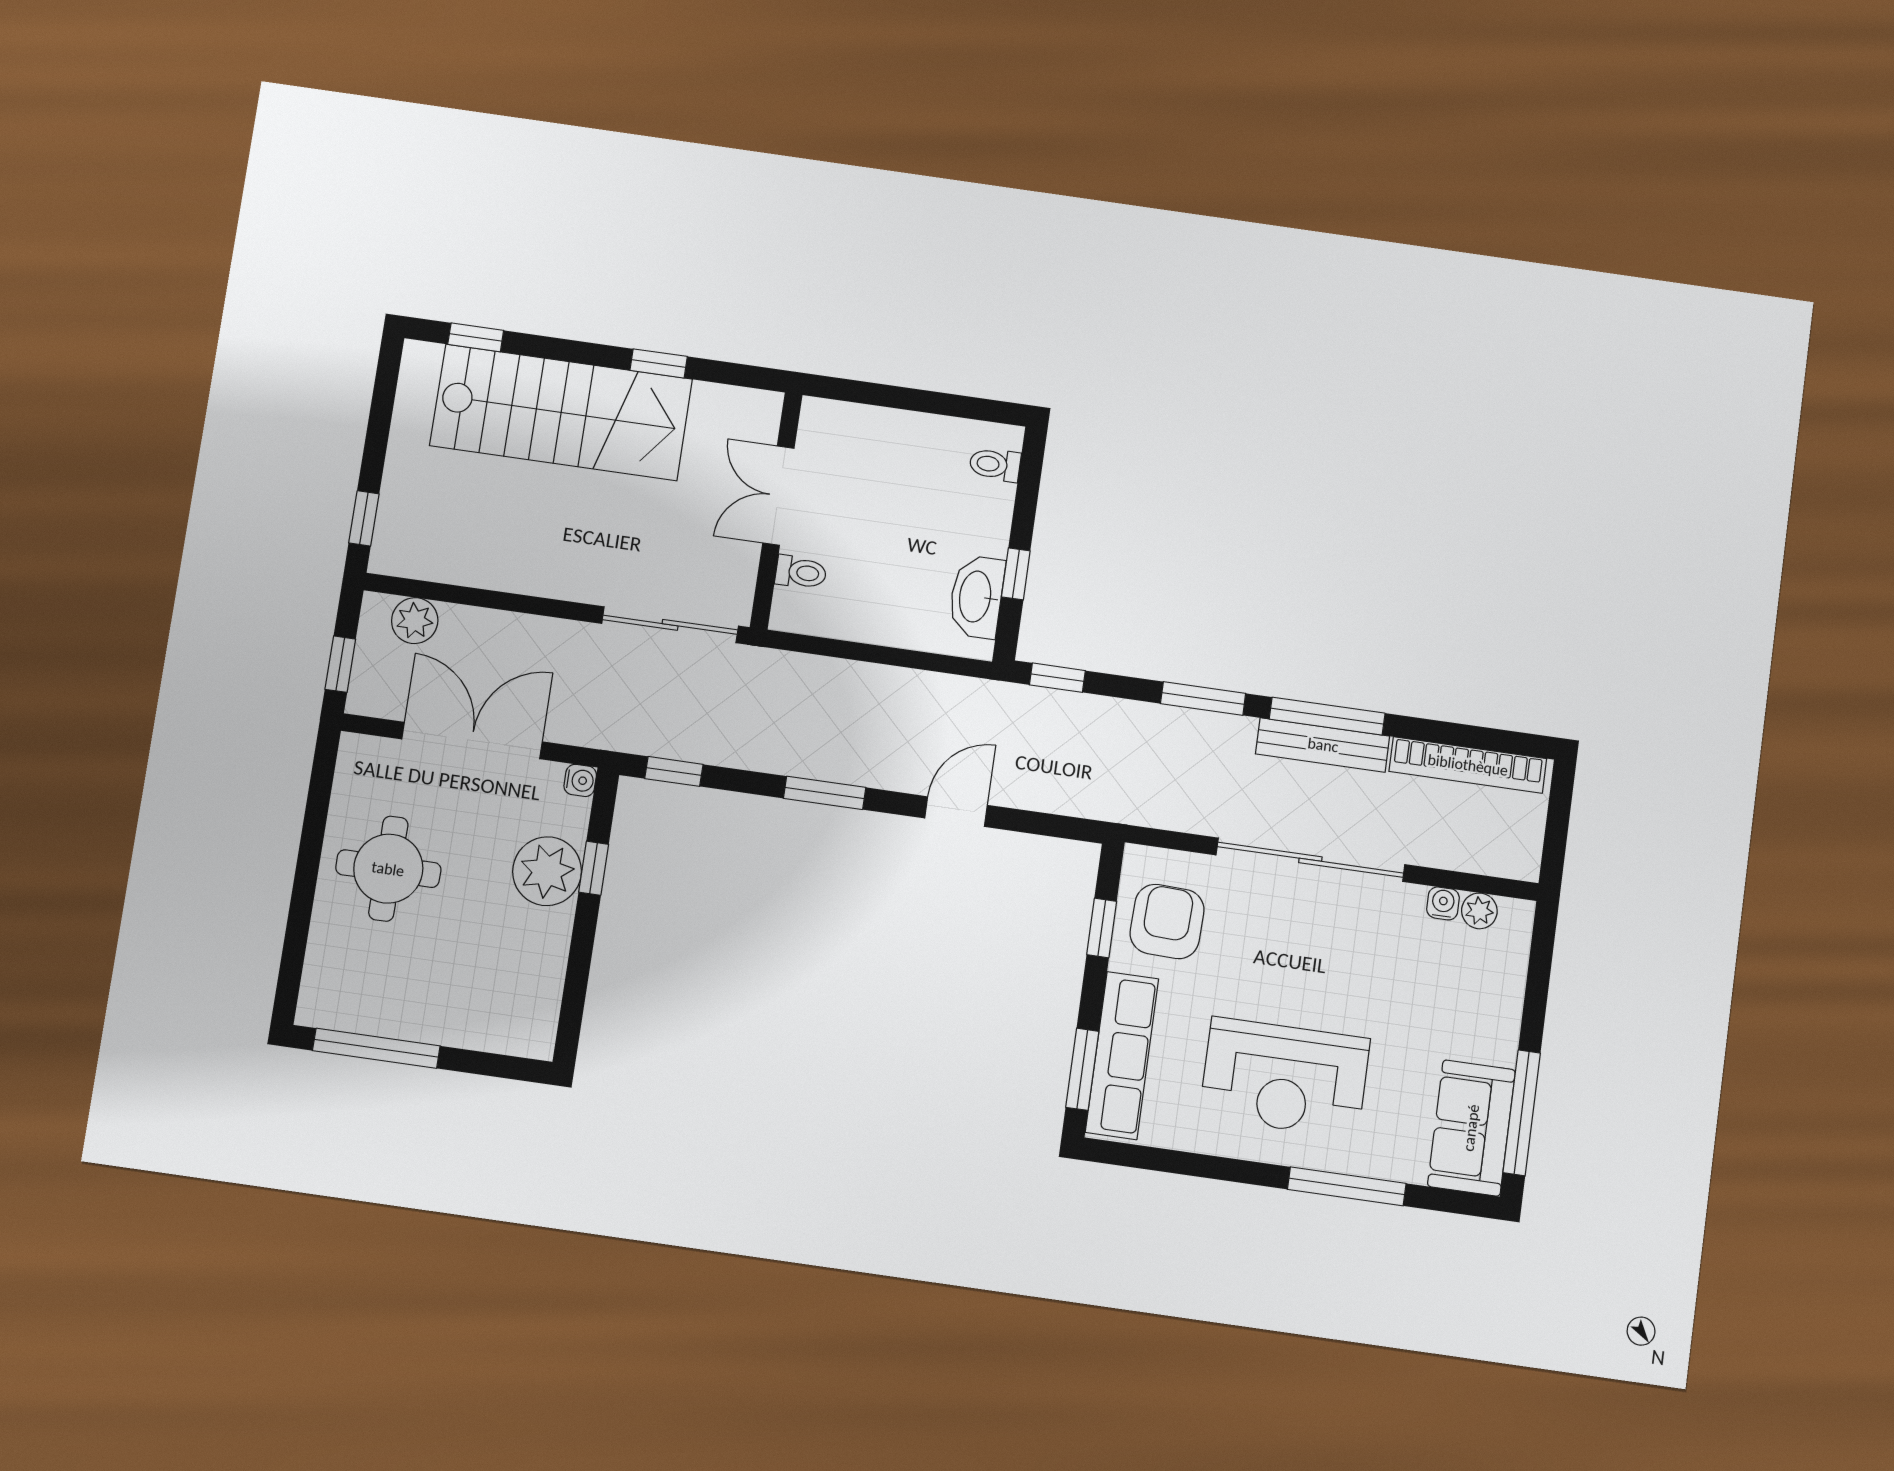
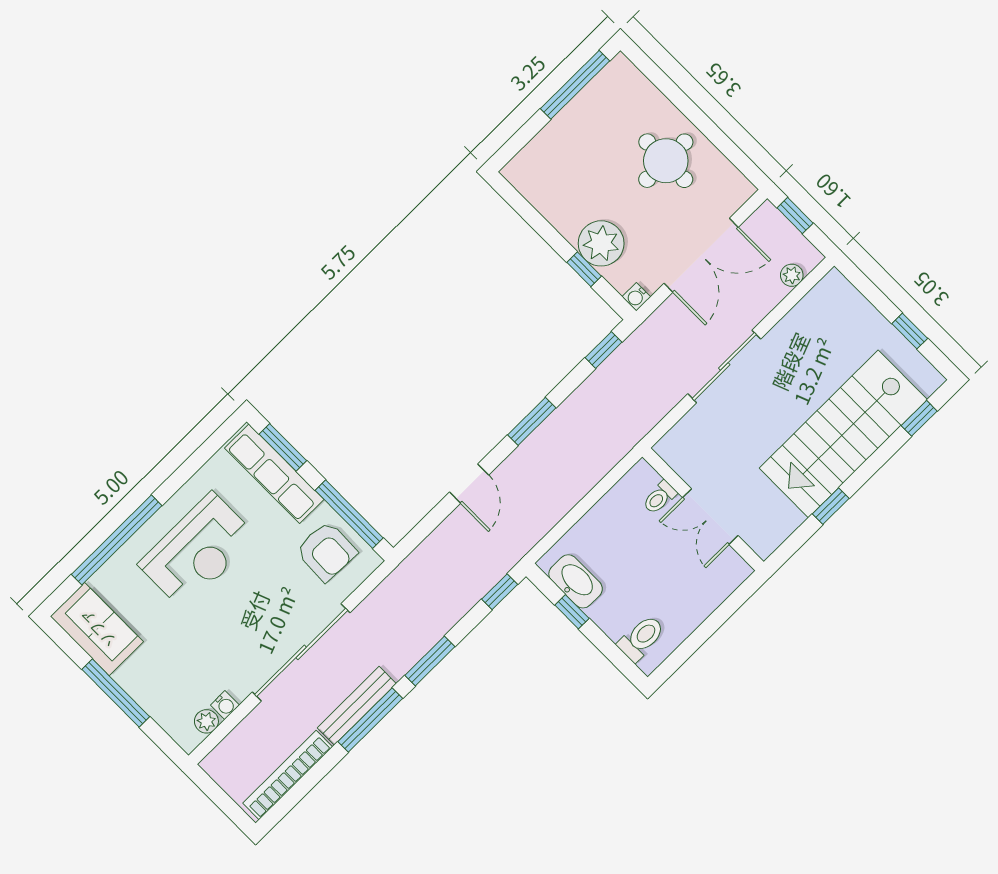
toilet: (995, 465) -> (641, 638), width x1.37, depth x1.39
double door: (778, 495) -> (710, 517), swing flipped
window: (364, 518) -> (910, 331), moved
plant: (415, 621) -> (792, 275), width x0.73, depth x0.73
sliding door: (670, 625) -> (724, 366), moved
window: (1102, 928) -> (349, 514), width x2.17
reception desk: (1285, 1078) -> (198, 551), turned 180
window: (1522, 1113) -> (116, 693), moved
window: (1347, 1186) -> (117, 540), width x1.46

